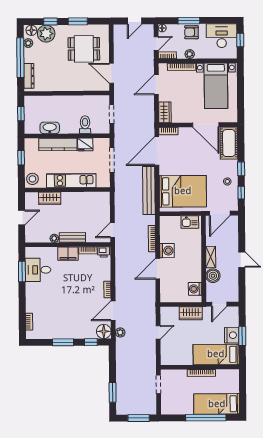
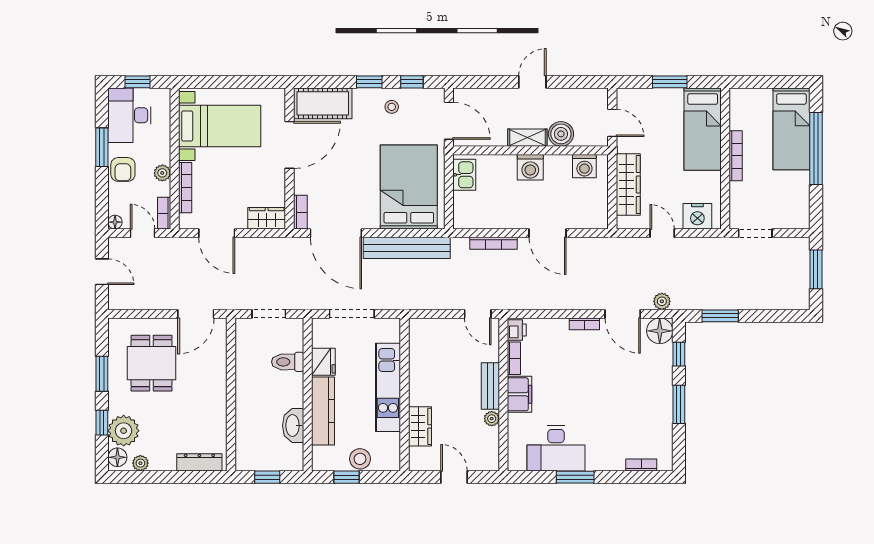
window: (189, 21) -> (102, 147), moved
window: (20, 58) -> (167, 477), removed
stool: (32, 179) -> (360, 459), moved
washing machine: (167, 251) -> (530, 167), moved, turned 180
desk: (38, 270) -> (556, 448), width x1.37
window: (22, 271) -> (575, 477), moved
wardrobe: (191, 313) -> (628, 185), width x1.50
nightstand: (232, 335) -> (697, 216), moved, turned 180
window: (113, 392) -> (720, 316), moved

